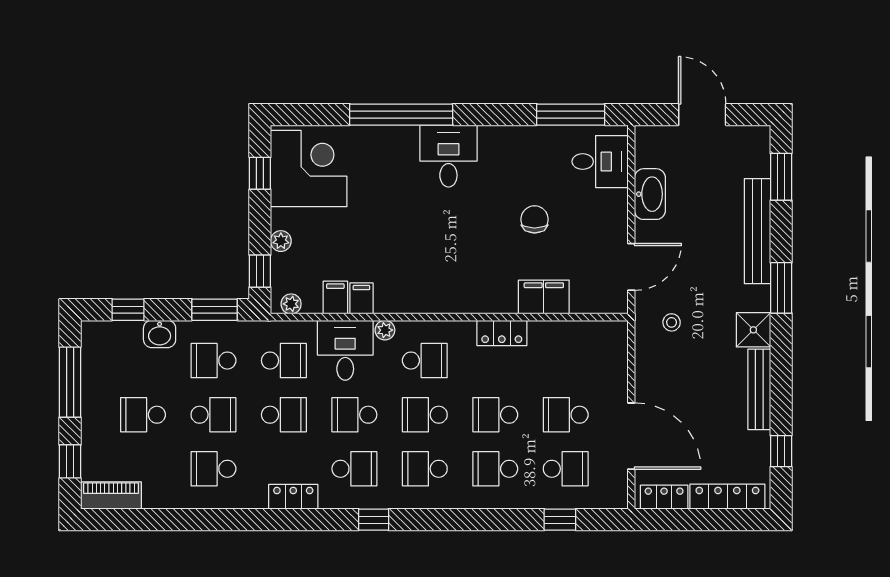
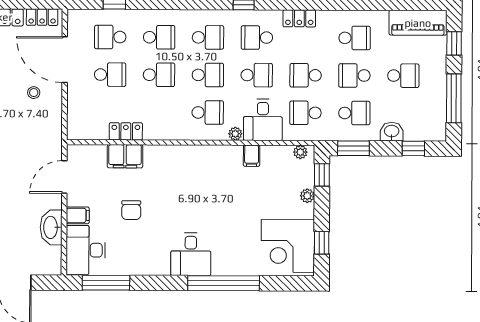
desk: (600, 162) -> (86, 250), width x1.37
filing cabinet: (335, 298) -> (78, 215), moved, turned -90
stool: (672, 322) -> (34, 93), moved
locker: (502, 333) -> (126, 131), moved
school desk: (425, 361) -> (208, 112), turned 180
piano: (111, 495) -> (418, 23), width x1.37, depth x1.33

